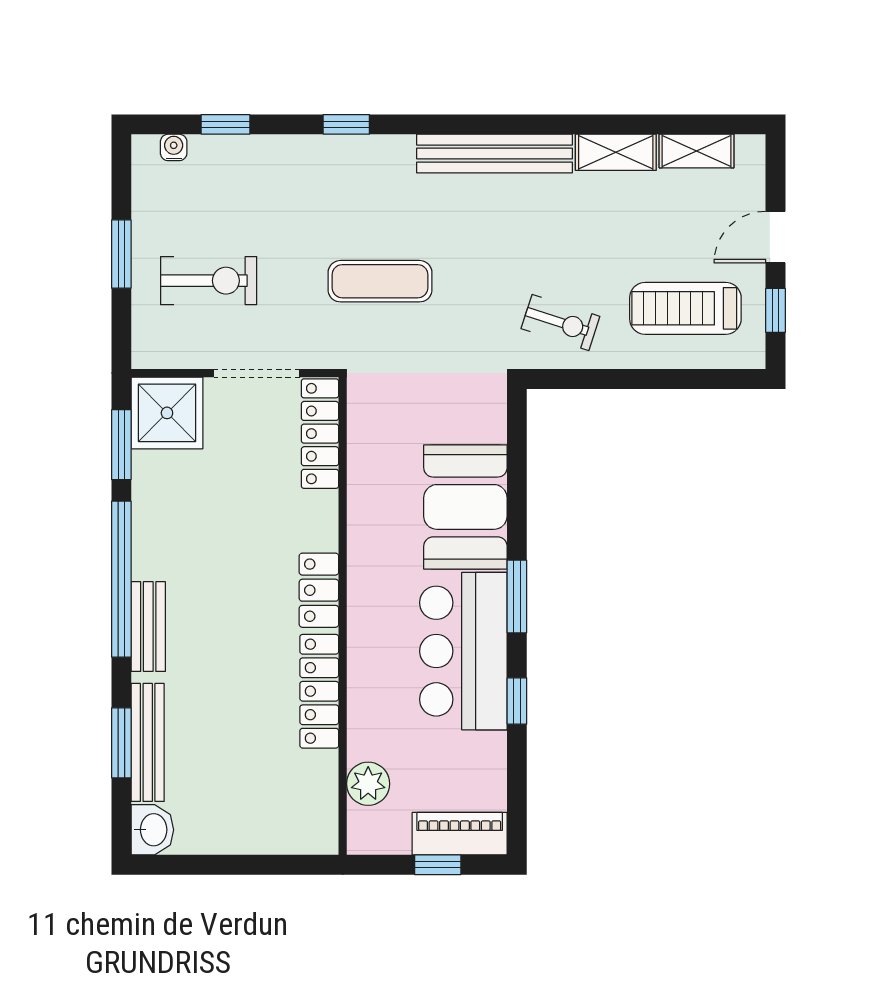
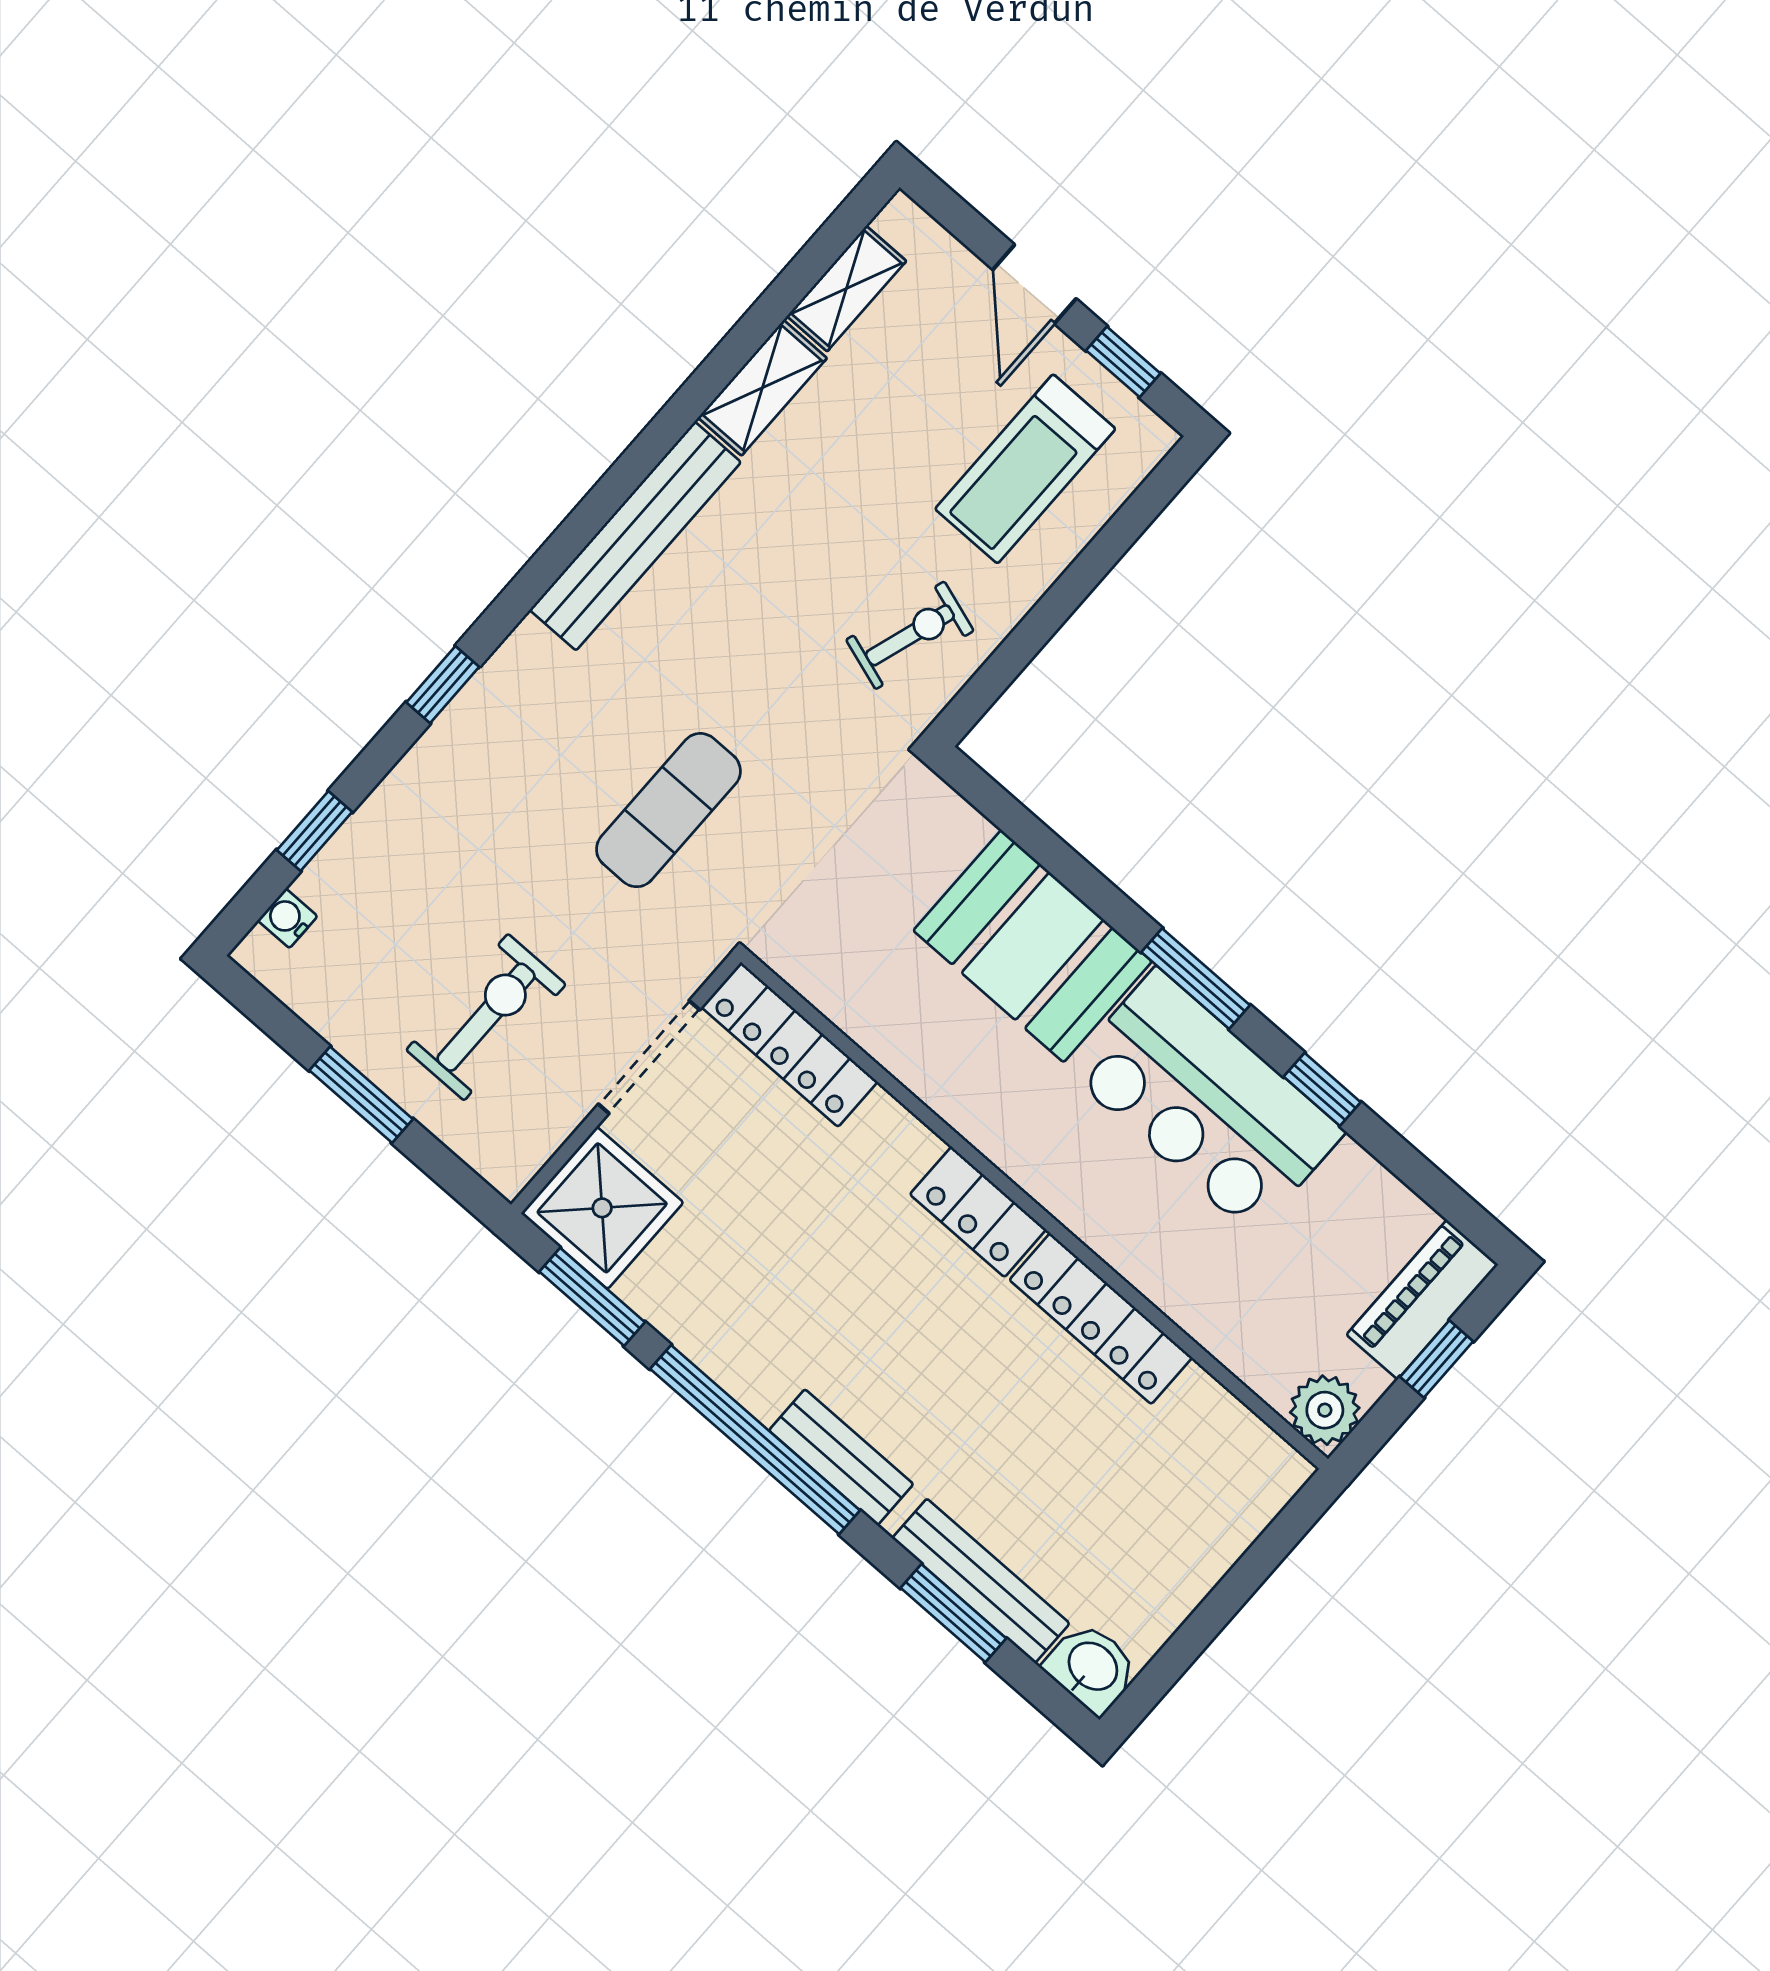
plant: (368, 784) -> (1325, 1410), moved

